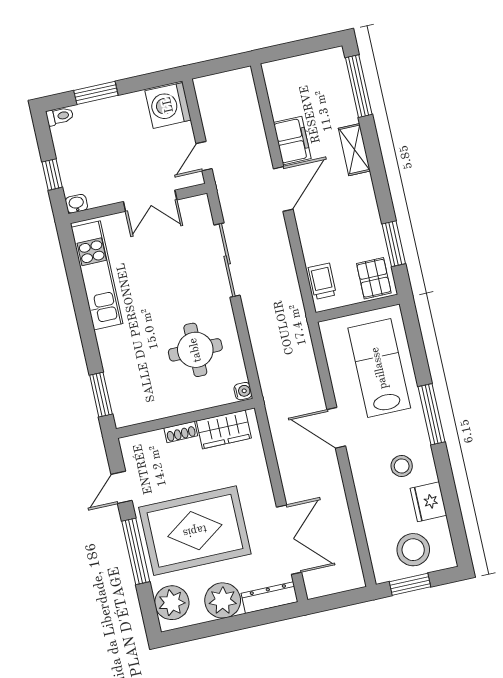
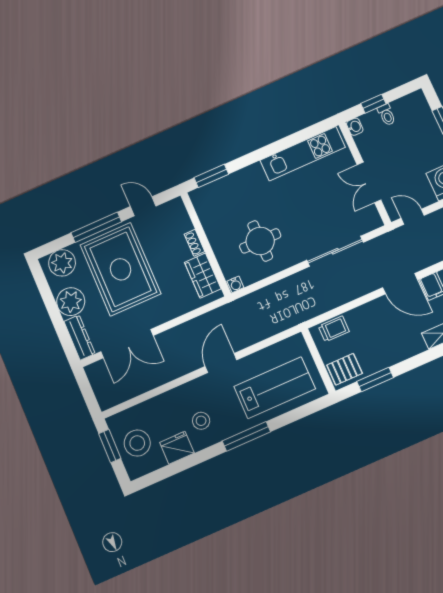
toilet: (60, 116) -> (387, 115), moved

